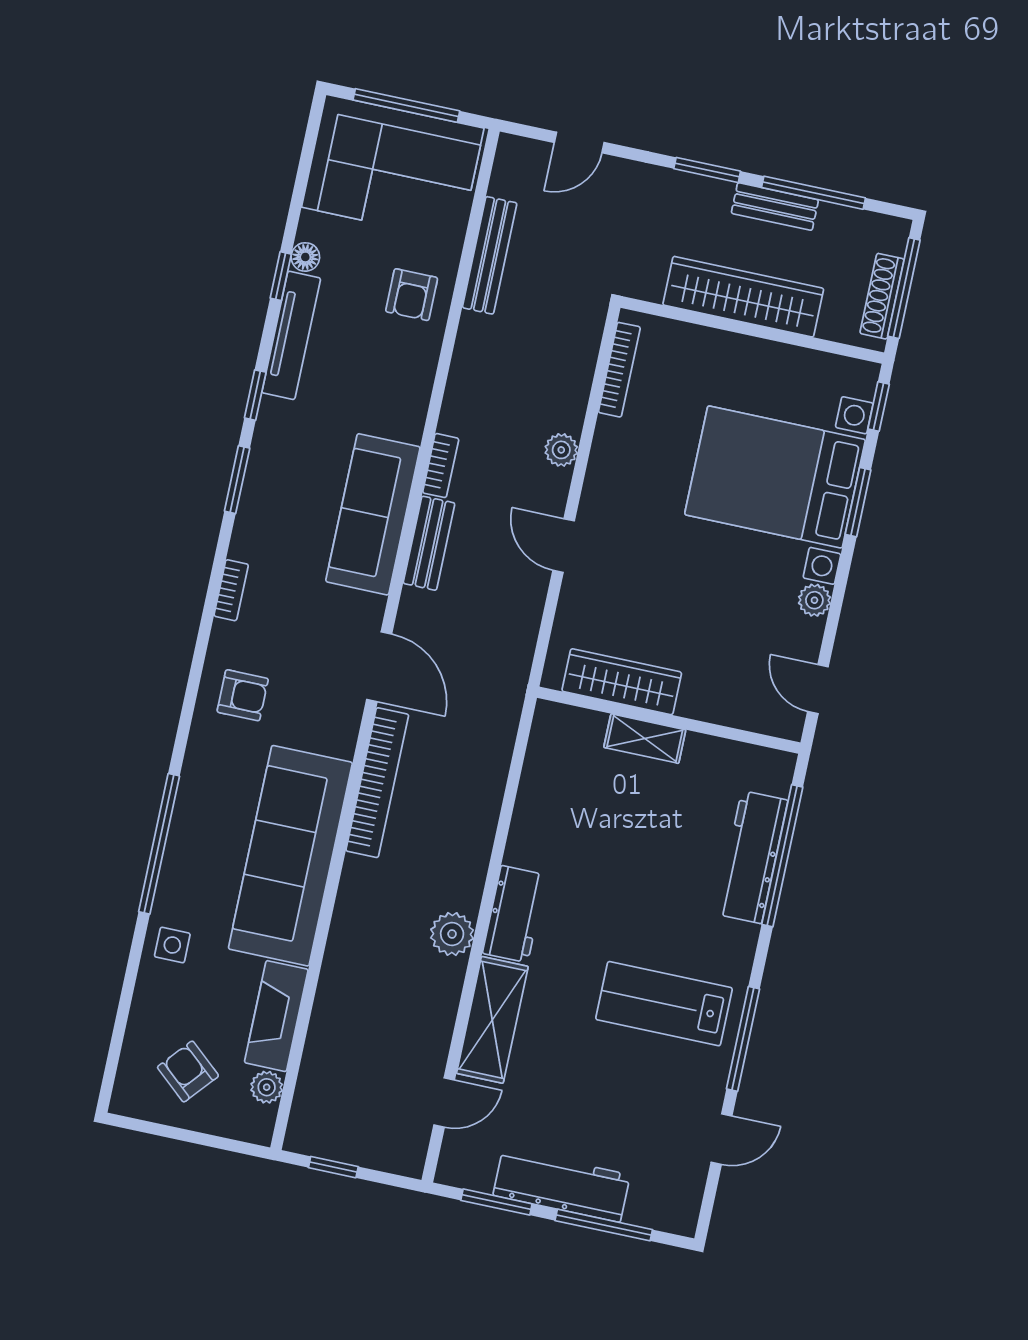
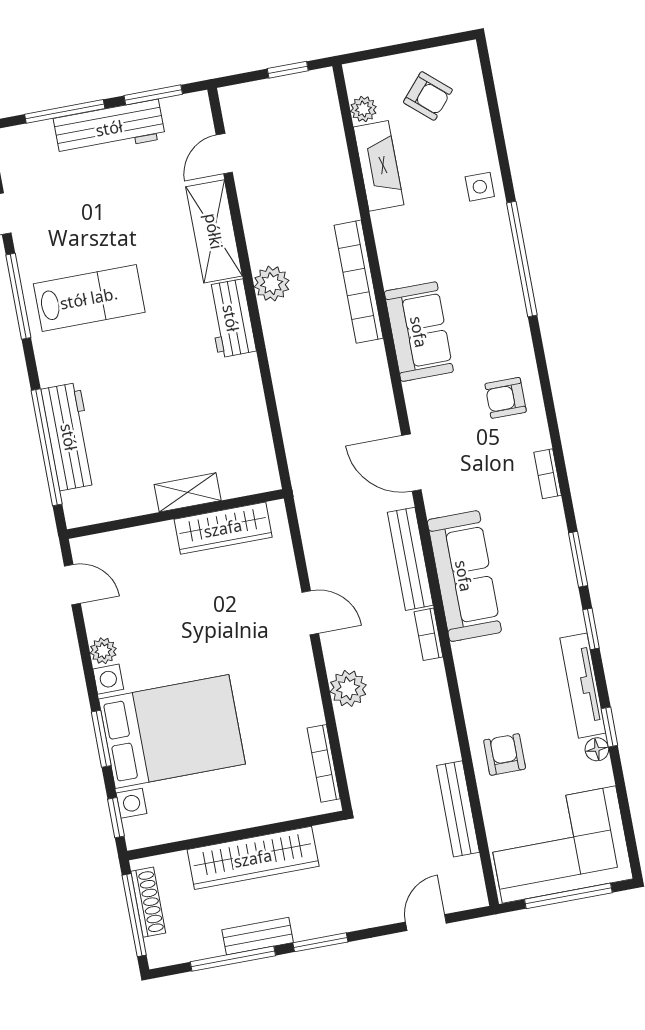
plant: (561, 450) -> (348, 688), width x1.38, depth x1.38
bench: (429, 543) -> (410, 559), width x1.36
bookcase: (377, 783) -> (359, 282), moved
sofa: (290, 856) -> (419, 332), width x0.54, depth x0.79

